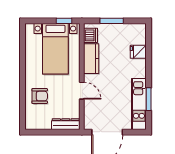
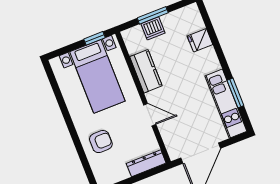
dishwasher: (91, 35) -> (153, 28), moved, turned 90

